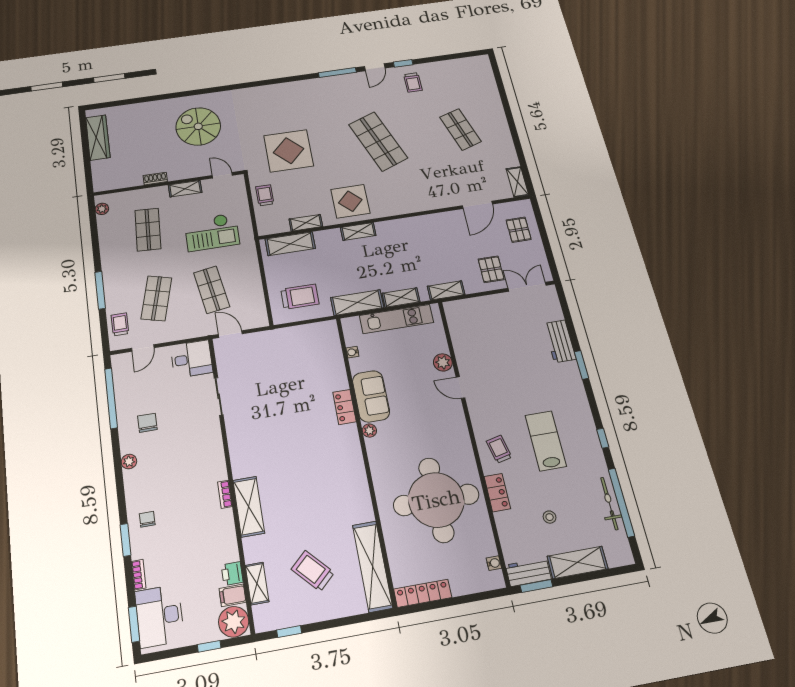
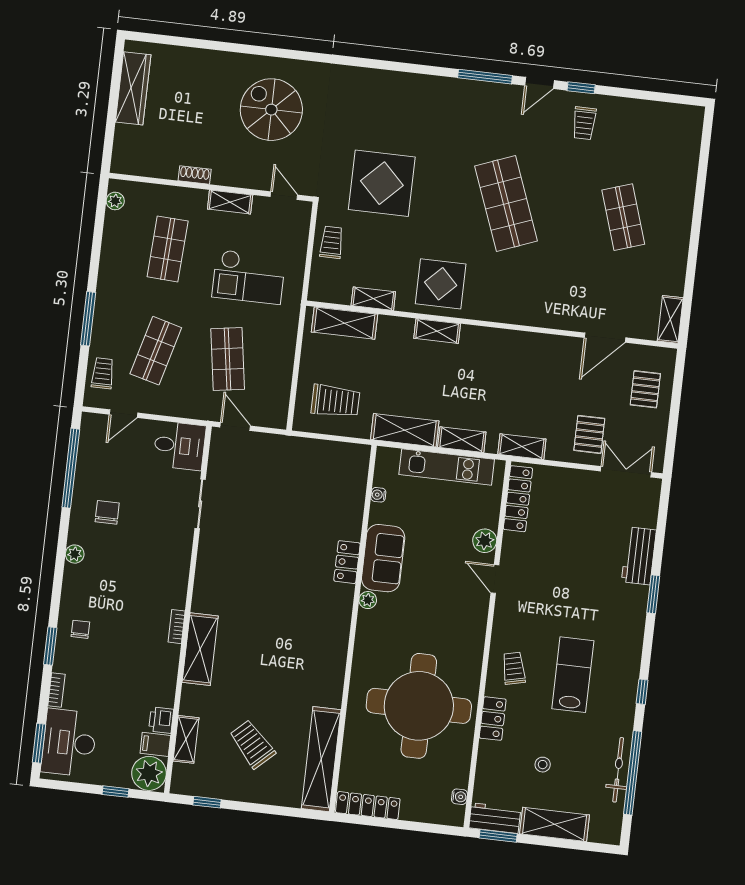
locker: (456, 326) -> (518, 499), added

